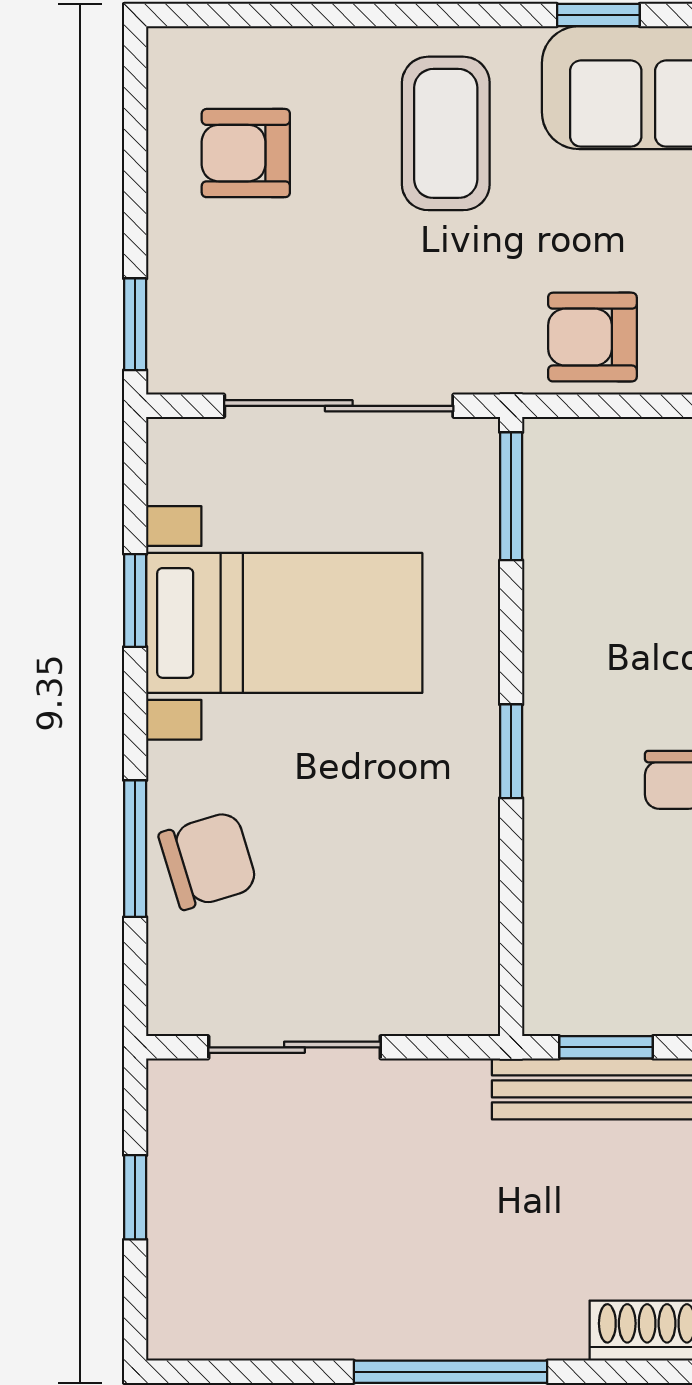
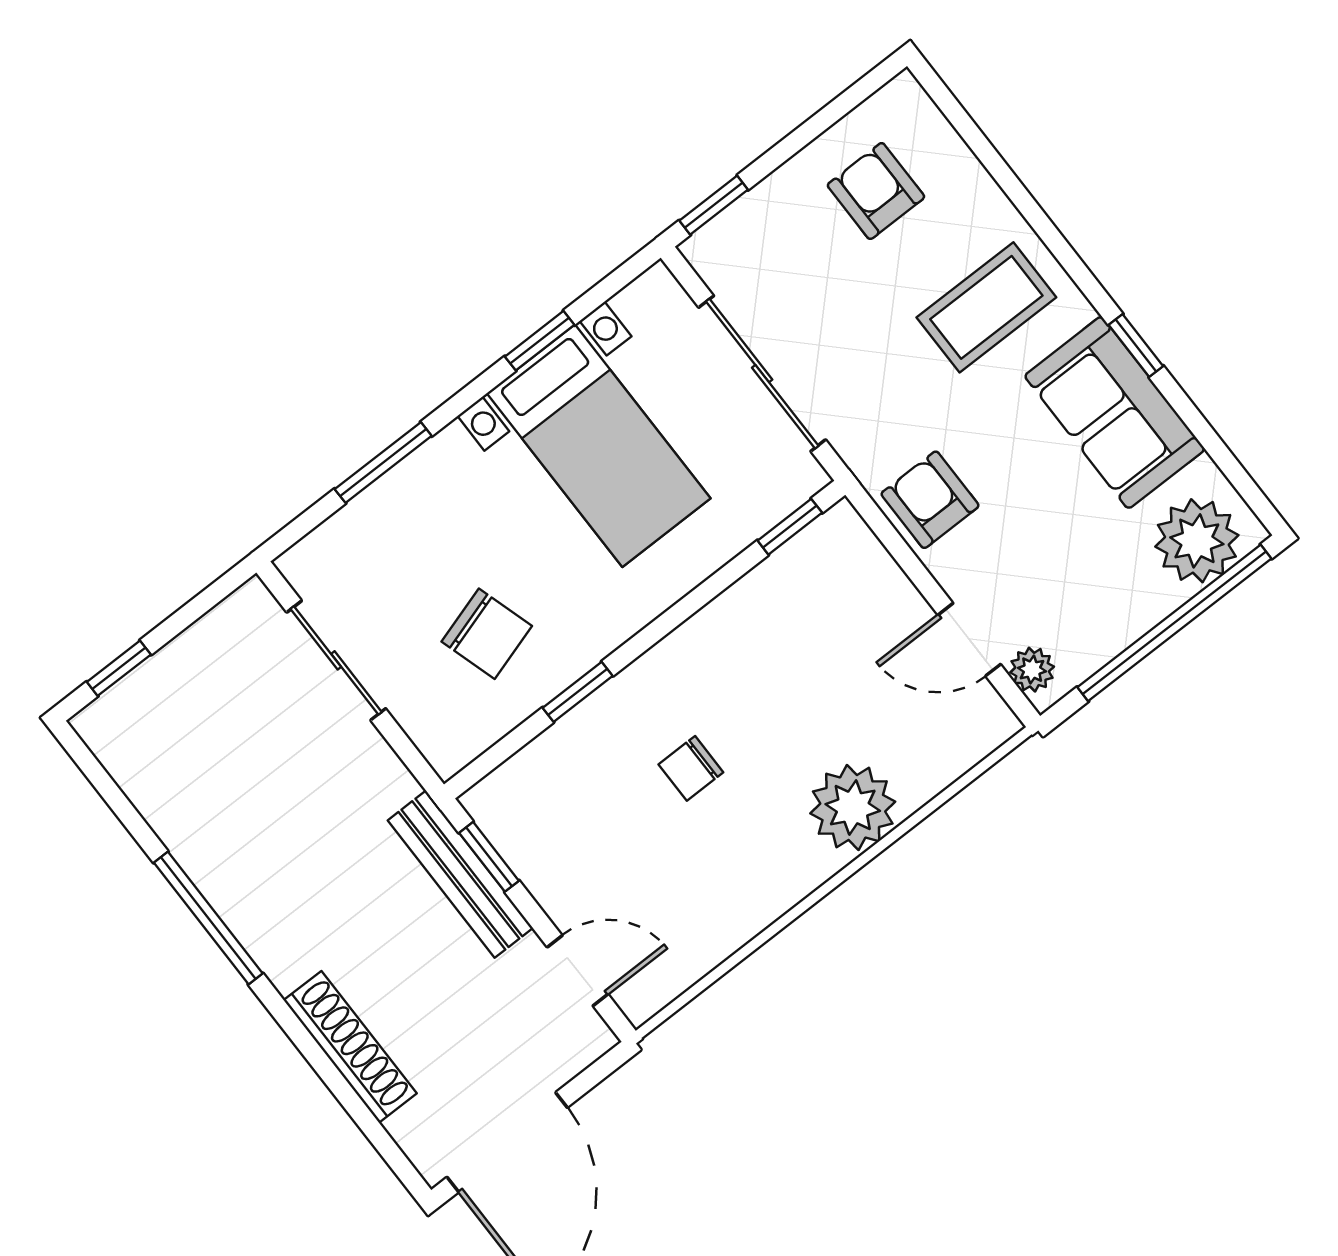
window: (511, 496) -> (790, 527), width x0.67
window: (511, 751) -> (578, 692), moved
chair: (208, 860) -> (487, 634), moved
window: (135, 1197) -> (119, 668), moved

